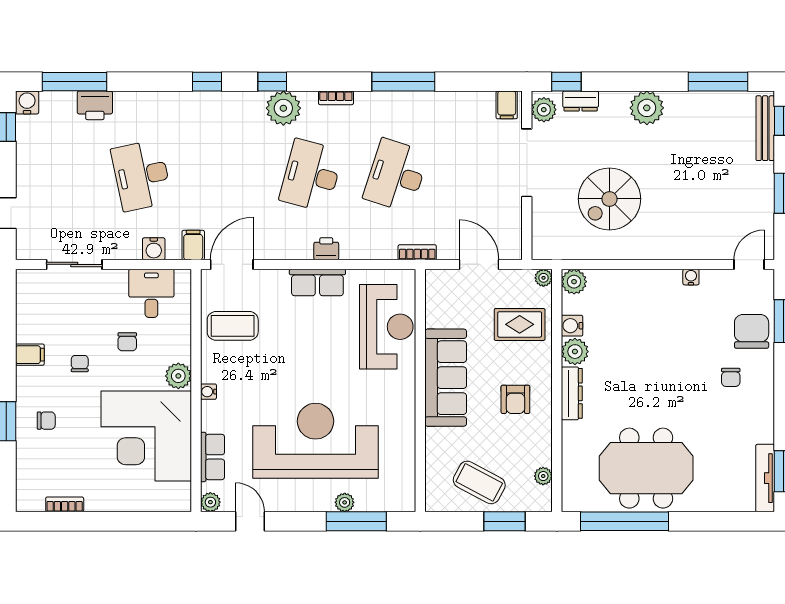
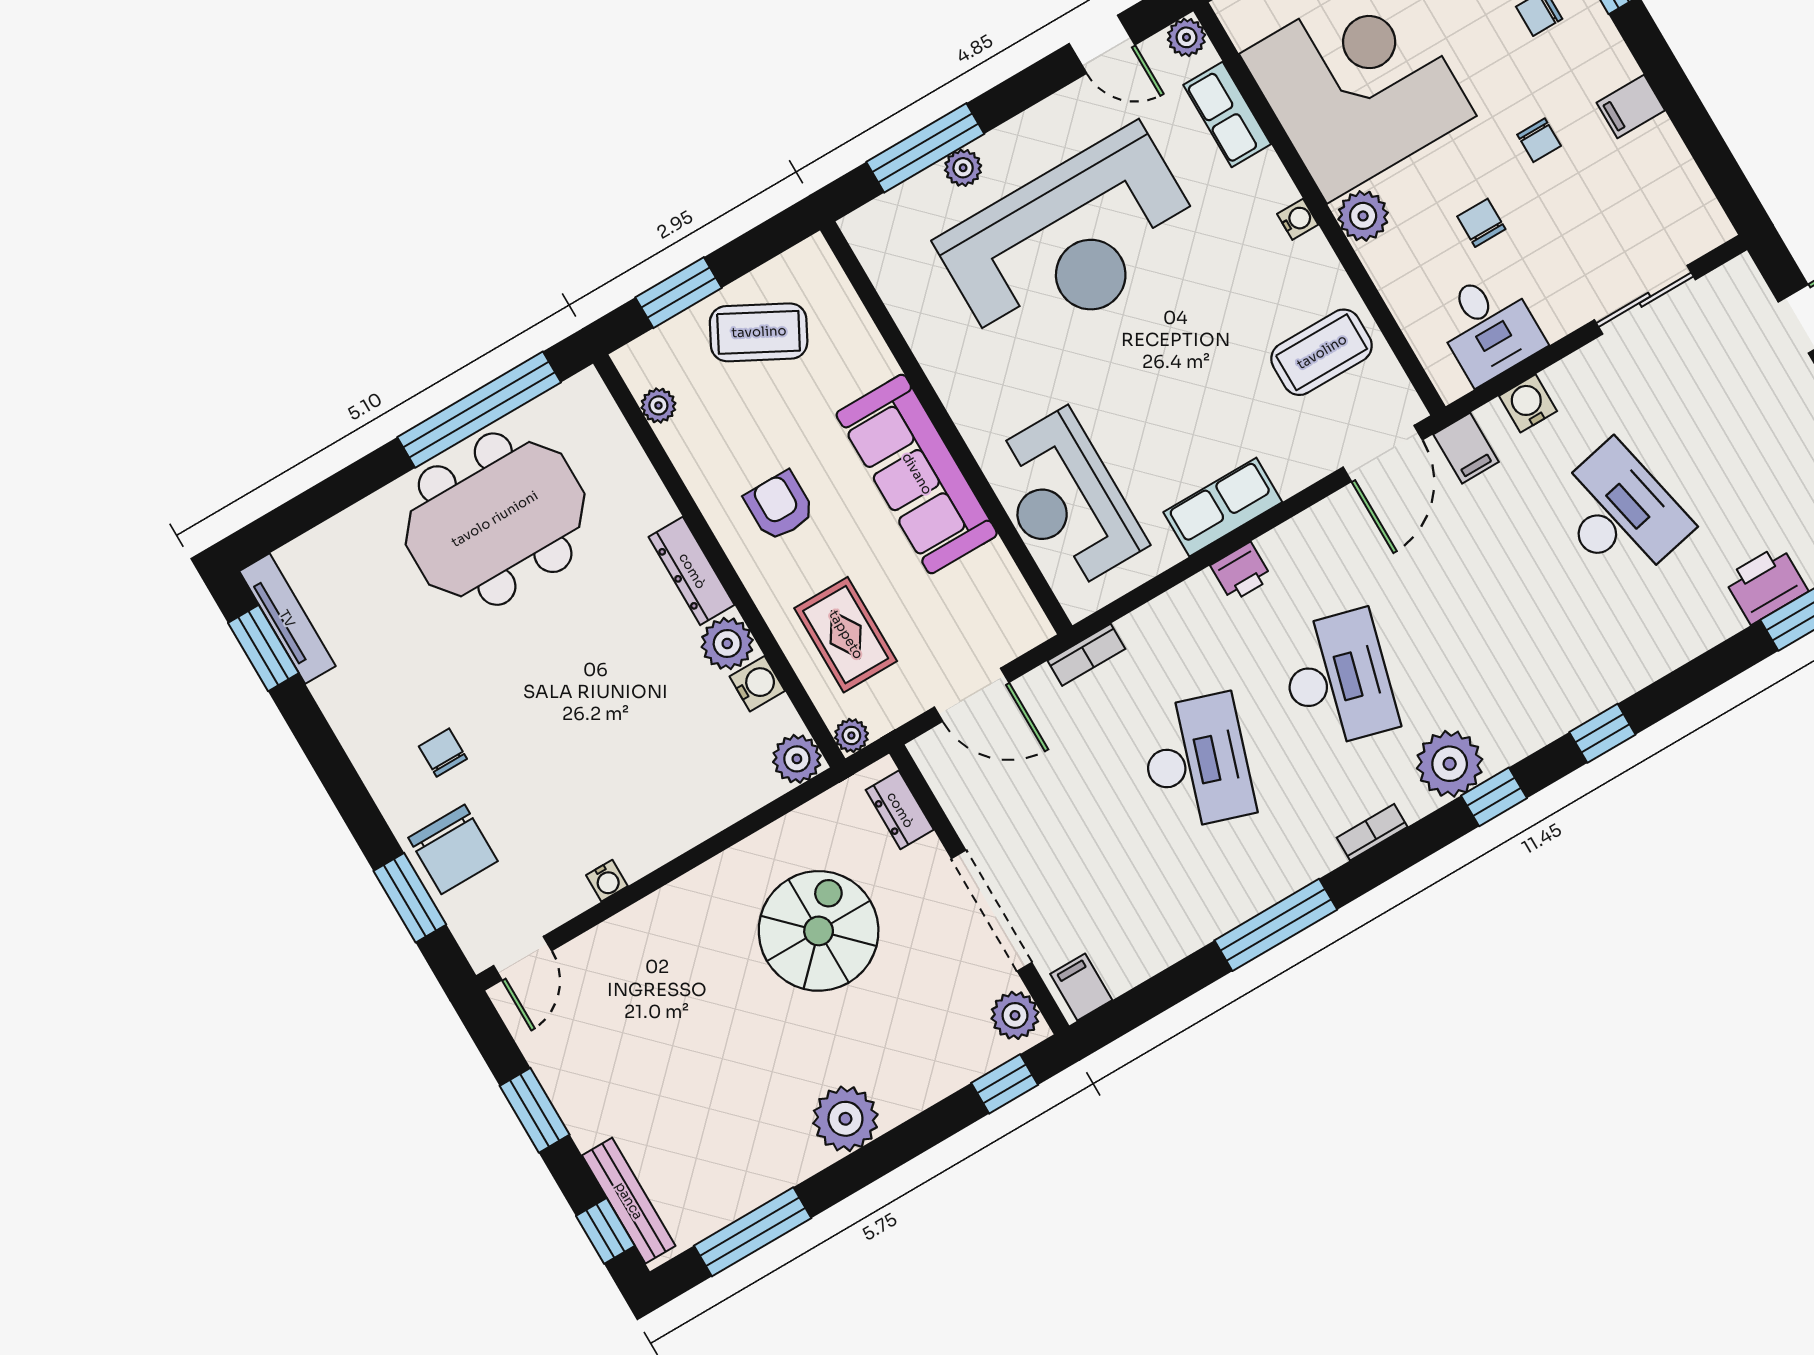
dresser: (581, 101) -> (900, 810), moved, turned -90
rug: (520, 324) -> (846, 635), turned 90

